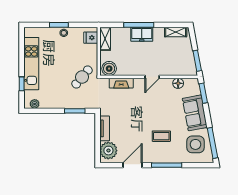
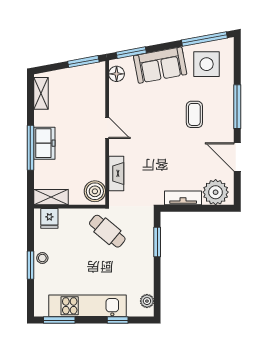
window: (22, 44) -> (59, 320), added
floor lamp: (178, 83) -> (117, 74), moved

